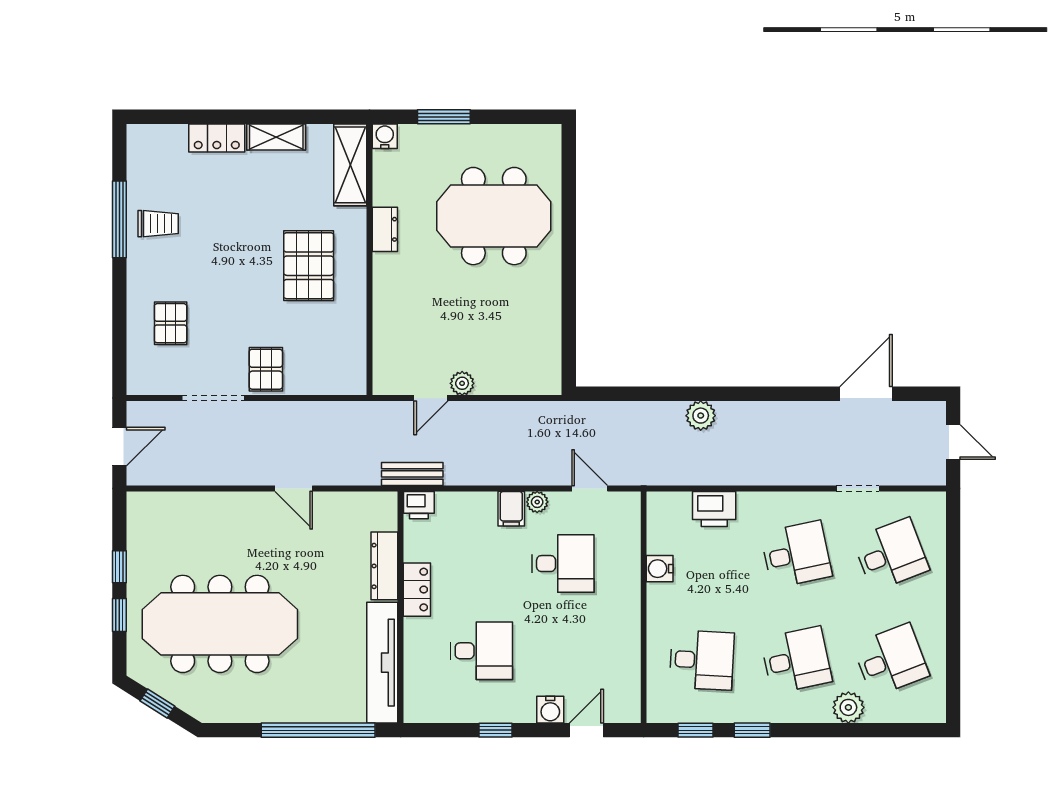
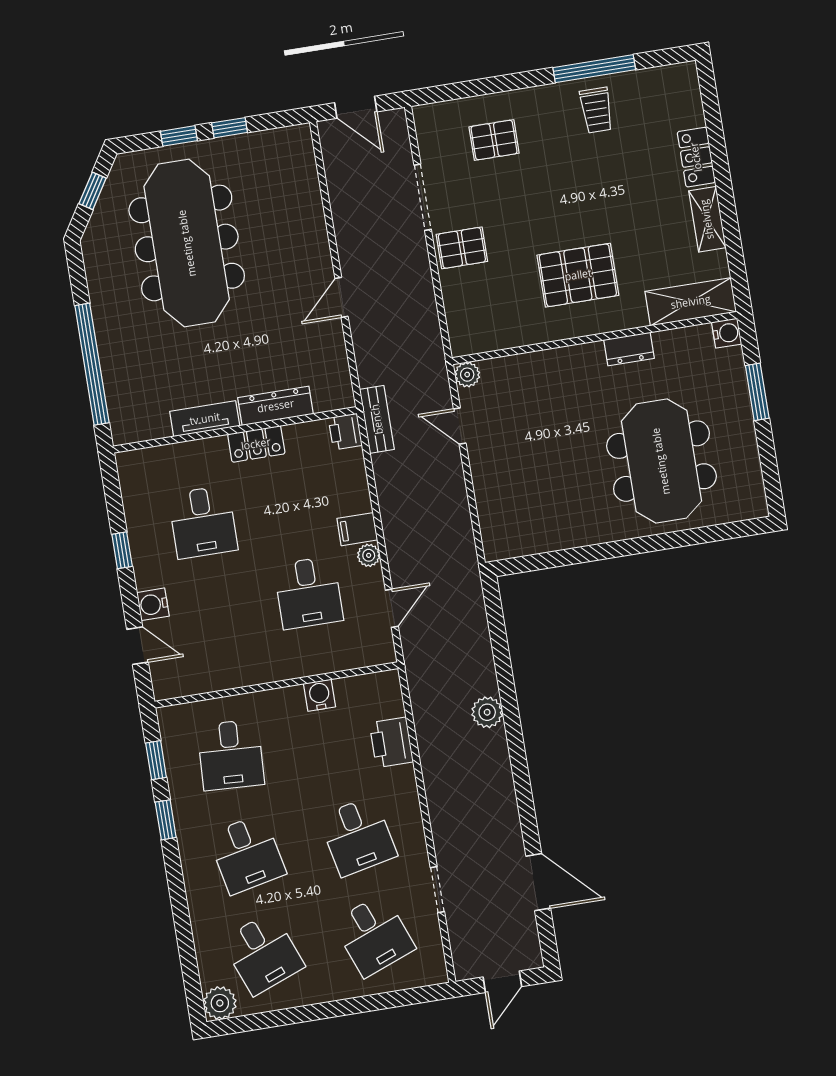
plant: (462, 383) -> (467, 375), moved
tv unit: (382, 663) -> (205, 419), width x0.52, depth x0.78
plant: (848, 707) -> (220, 1003), moved

